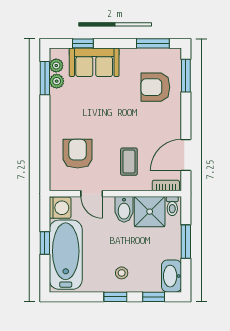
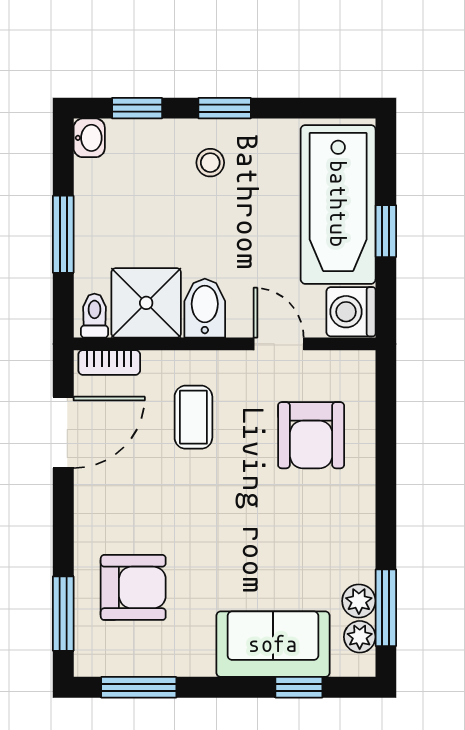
washbasin: (172, 276) -> (89, 138), width x0.52, depth x0.69

